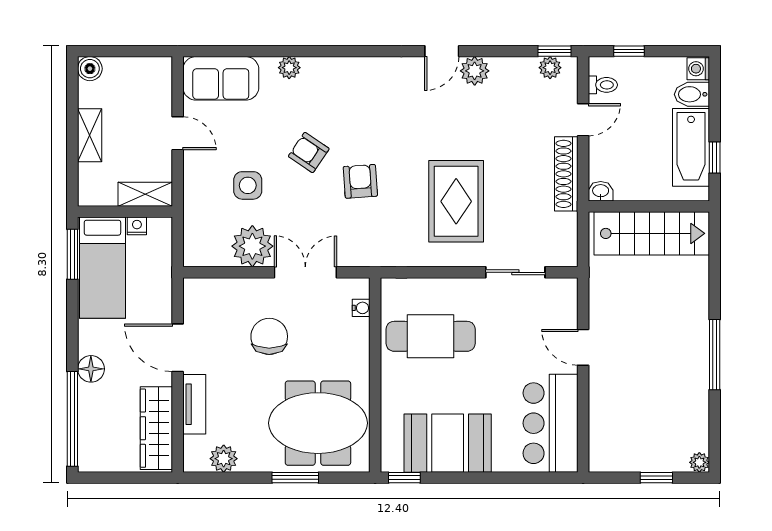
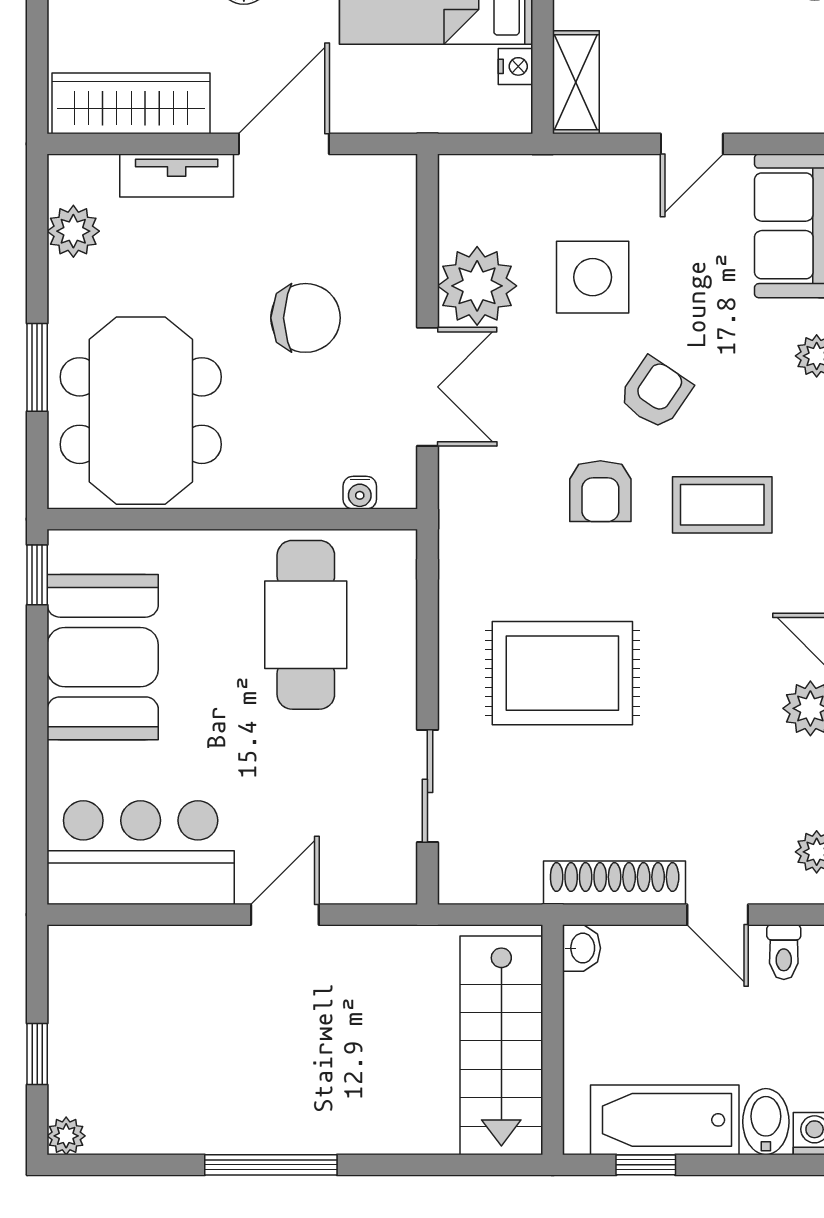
coffee table: (368, 117) -> (722, 505), added
armchair: (360, 181) -> (600, 491), turned 94
side table: (248, 185) -> (593, 277), width x1.37, depth x1.37

